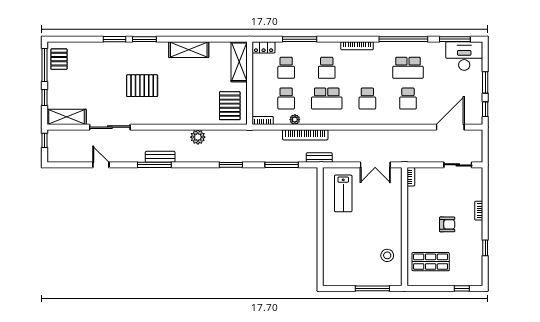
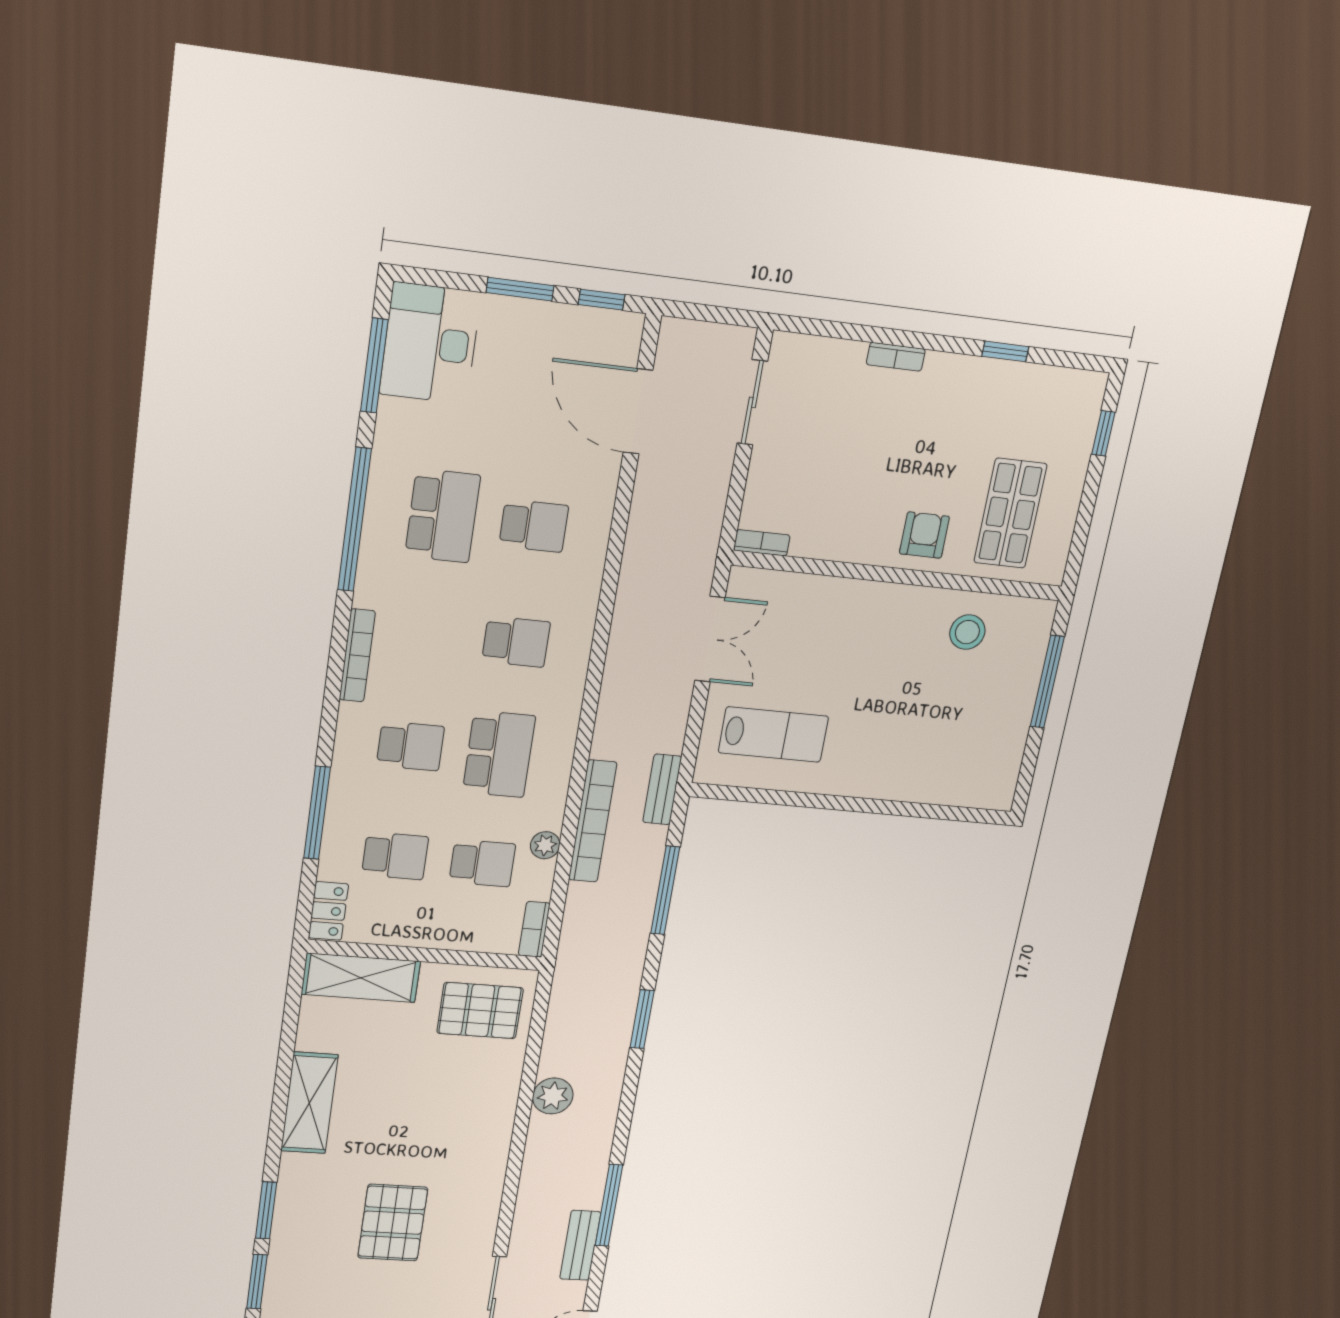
bench: (160, 157) -> (580, 1245), moved
armchair: (447, 224) -> (924, 535), moved

